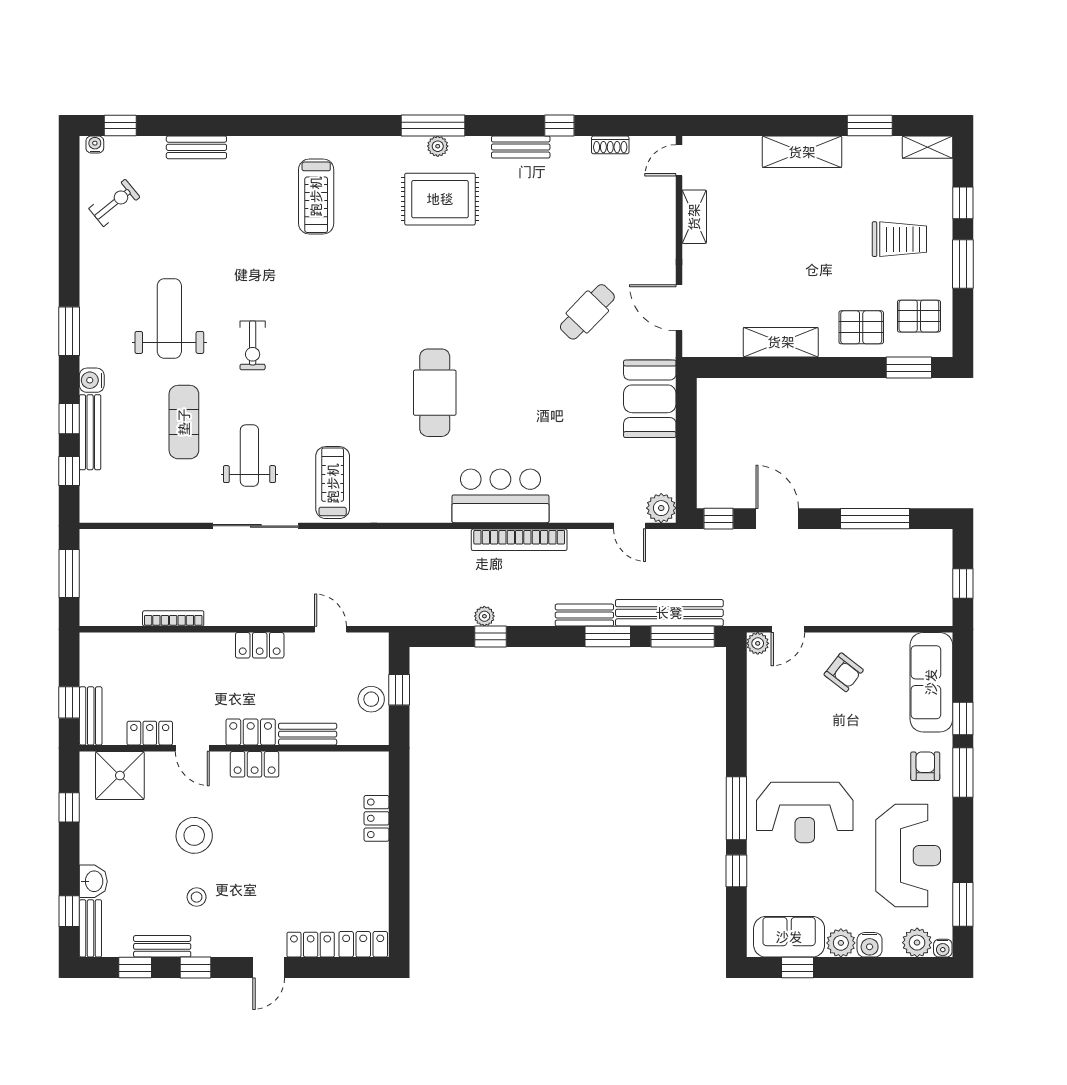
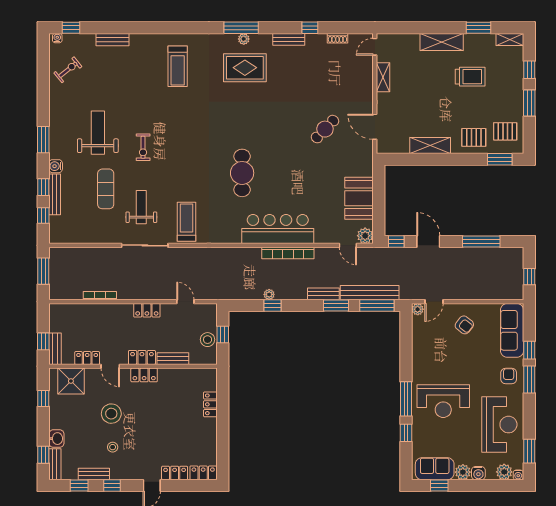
trolley: (899, 239) -> (470, 77), moved
booth: (650, 399) -> (359, 198), moved
bar counter: (500, 496) -> (278, 229), width x1.36

